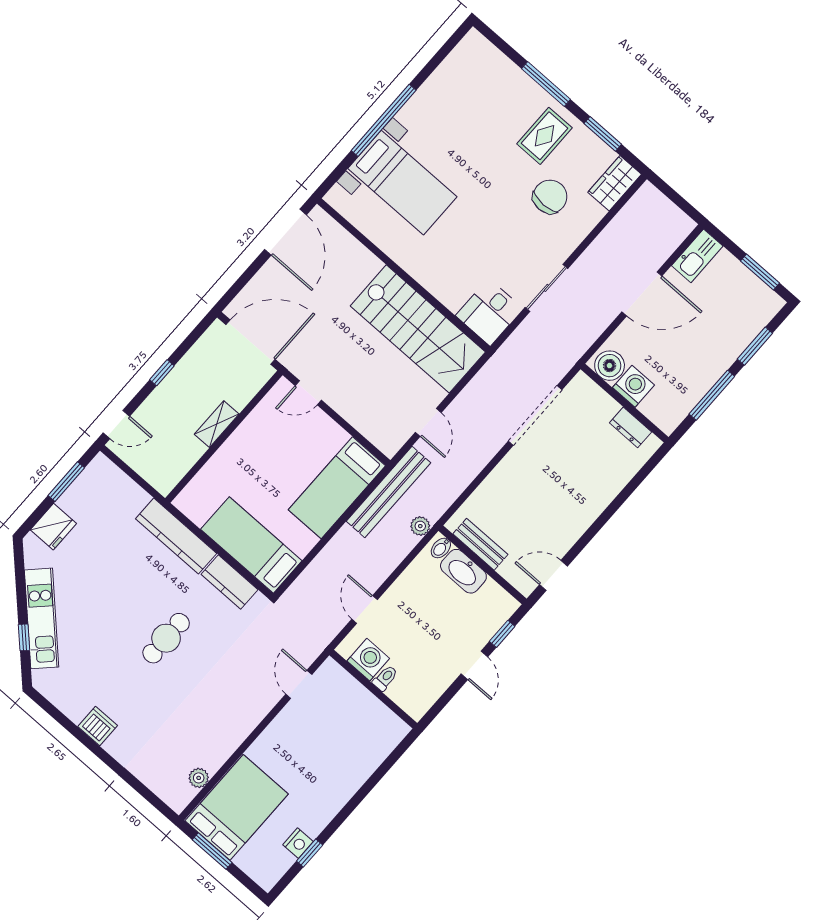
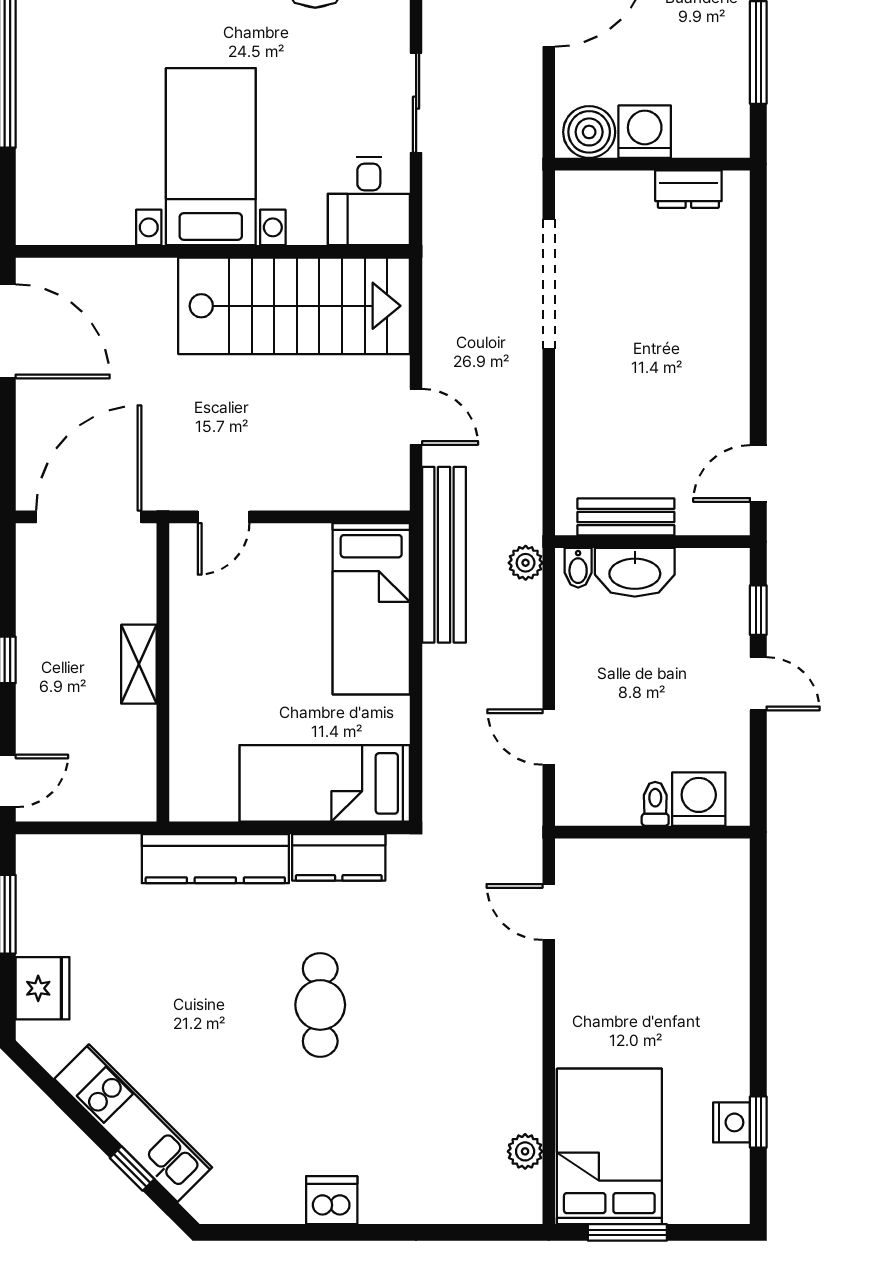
bed with nightstands: (402, 183) -> (211, 157), moved, turned -90
washing machine: (368, 660) -> (699, 799), moved

